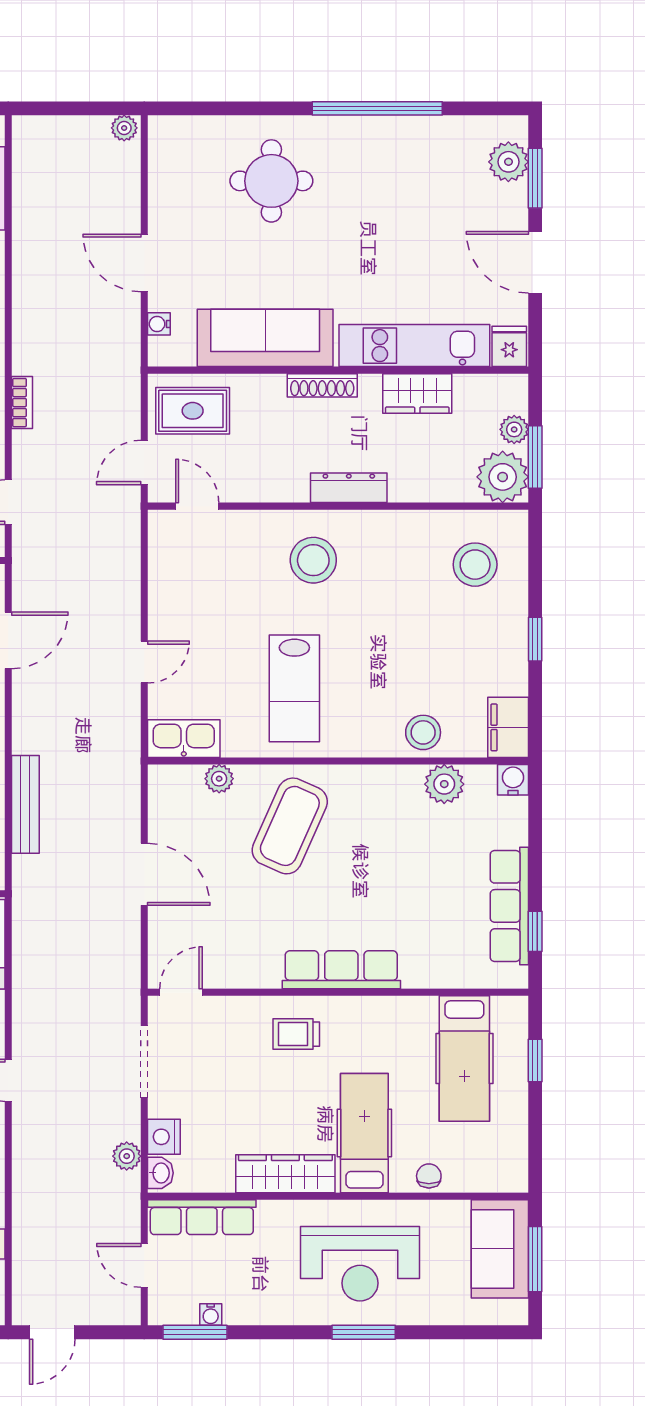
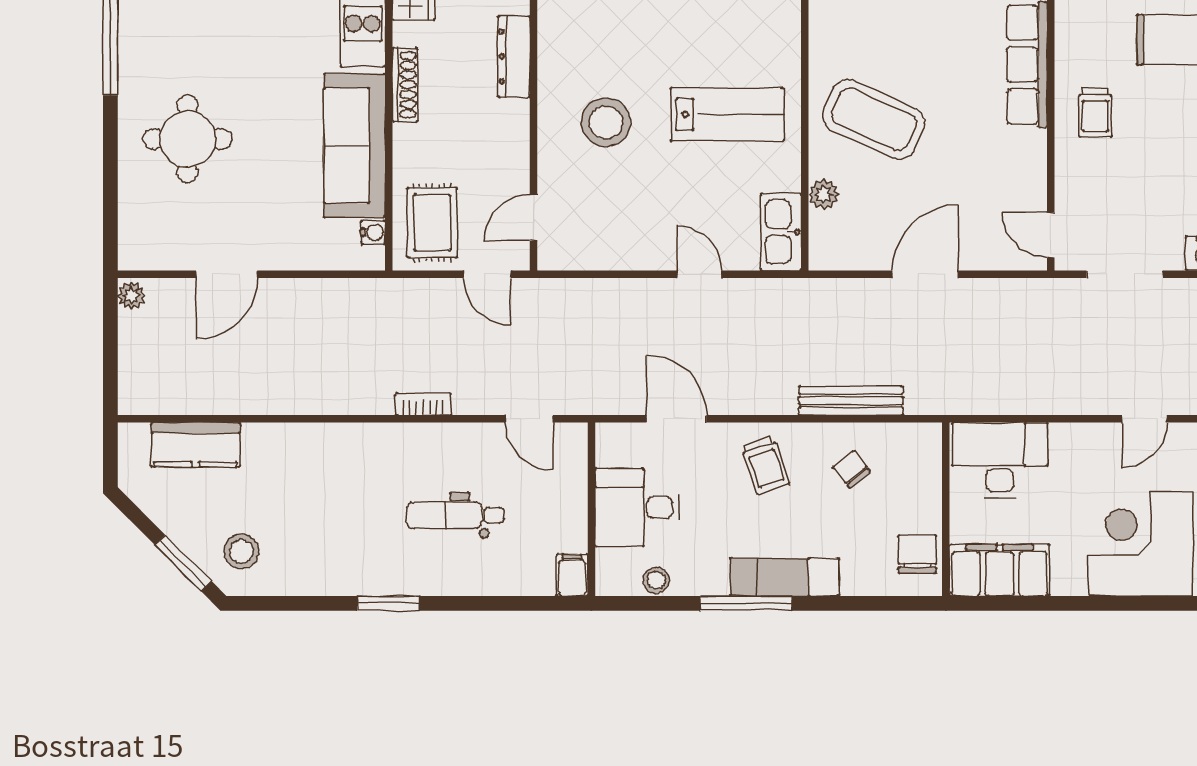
door: (144, 263) -> (227, 274), moved
water cooler: (159, 324) -> (373, 232), moved, turned -90
stool: (313, 560) -> (606, 122), moved

